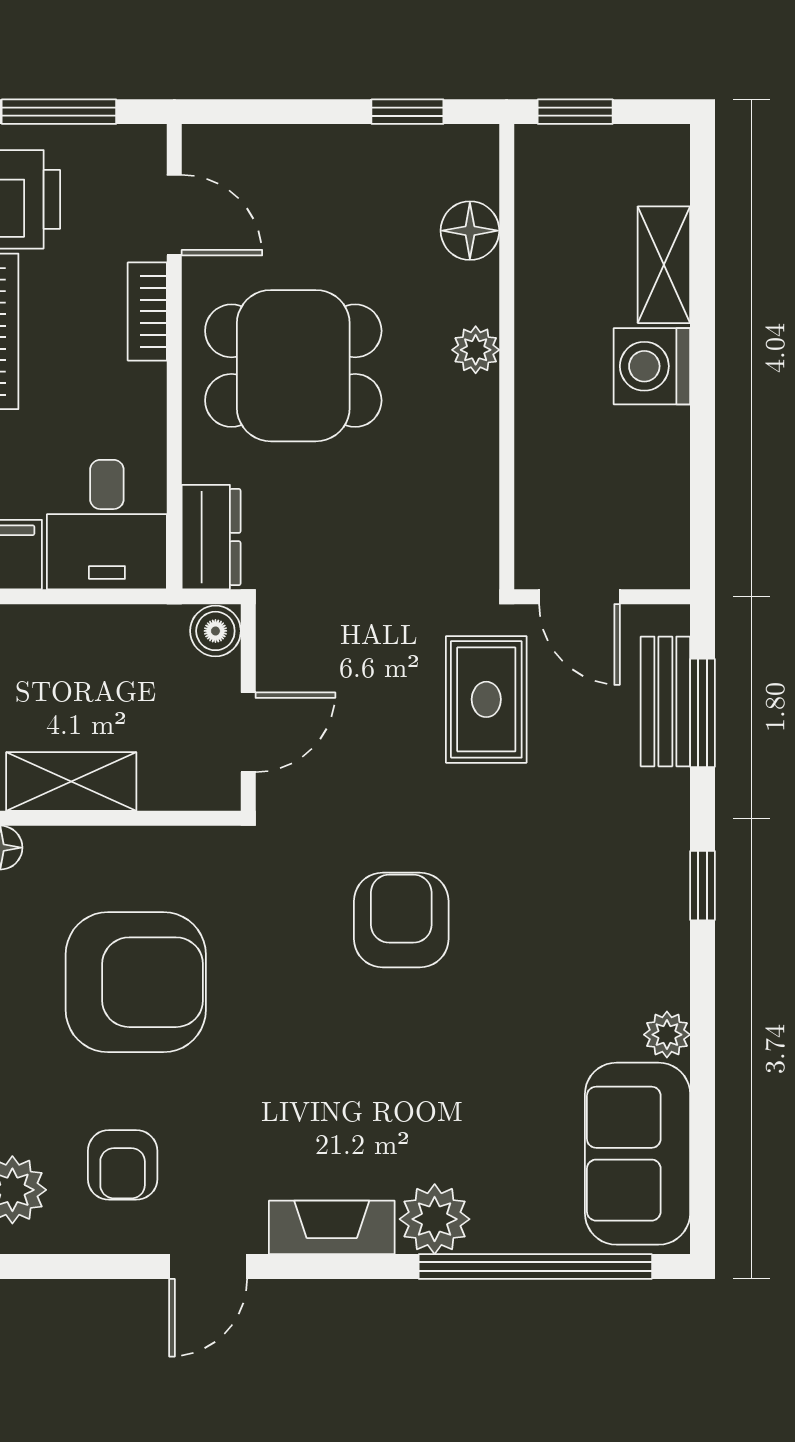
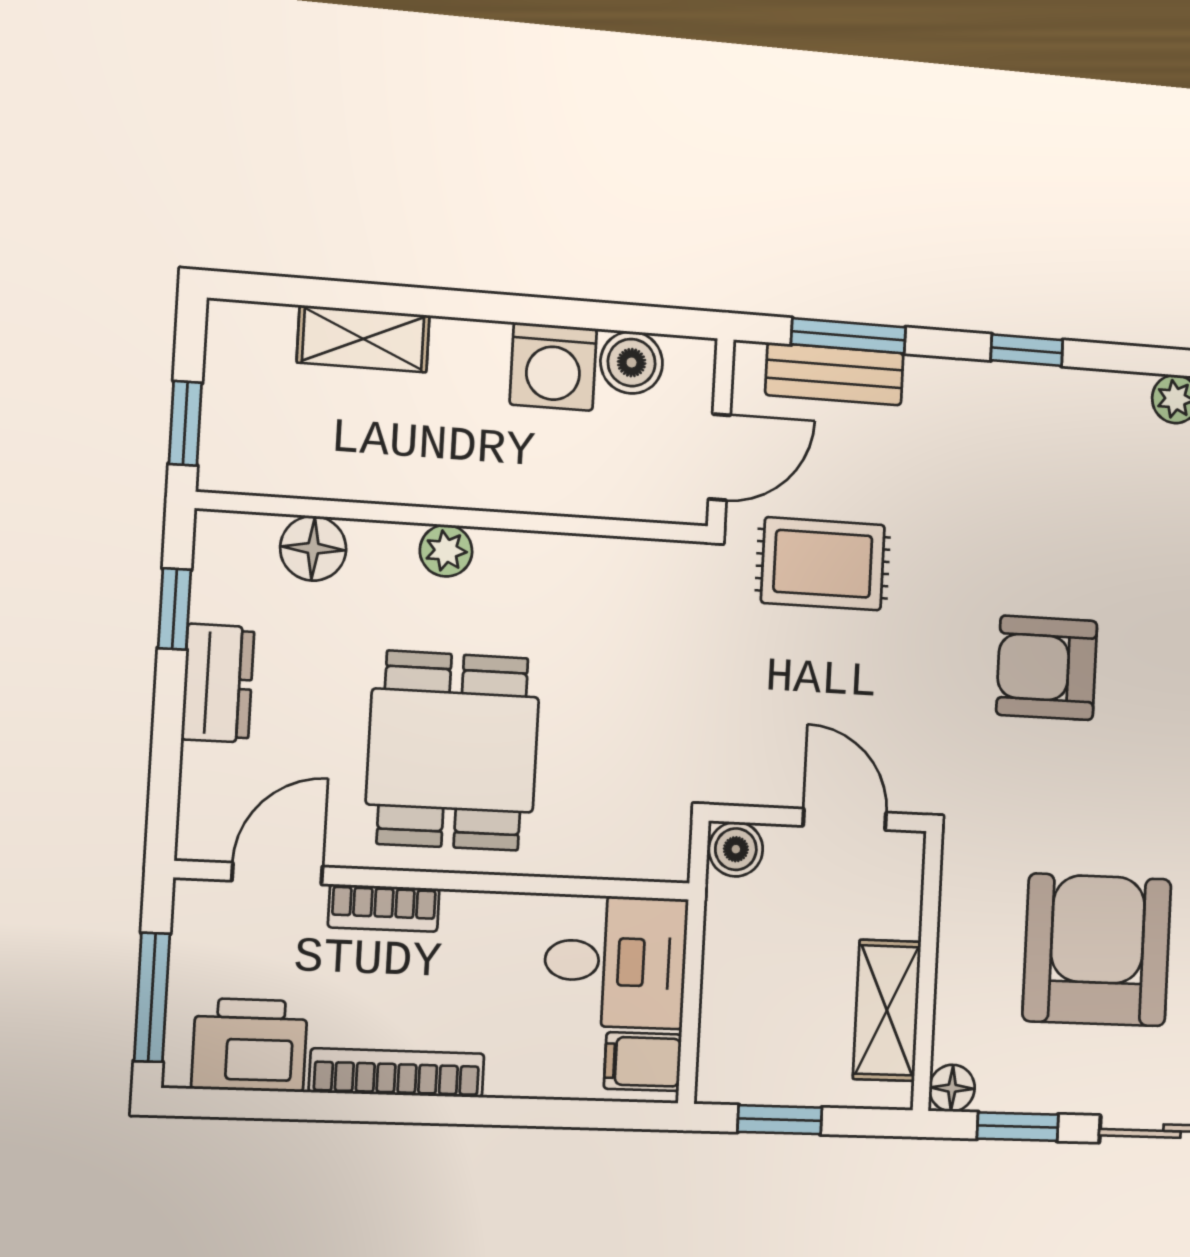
washing machine: (652, 366) -> (553, 367), moved
boiler: (661, 510) -> (632, 363), added
dresser: (211, 537) -> (218, 683), moved, turned 90

